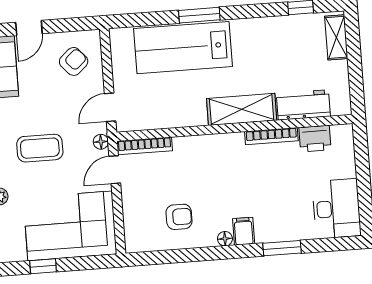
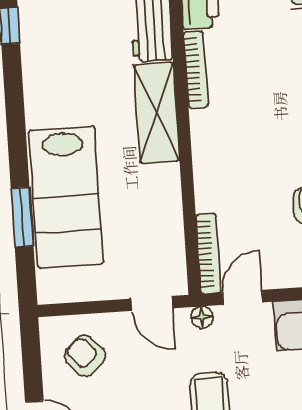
window: (199, 15) -> (22, 217), moved
door: (115, 170) -> (243, 297), swing flipped

